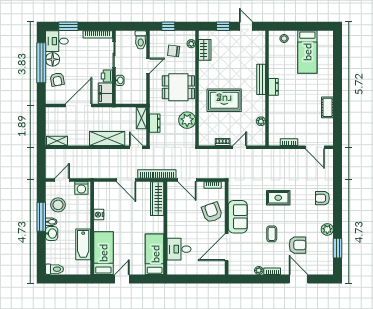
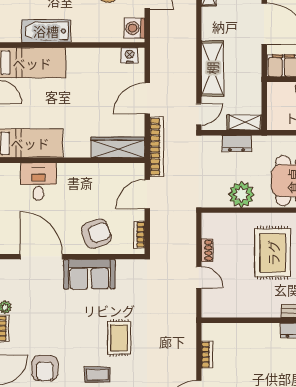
plant: (261, 121) -> (240, 311), removed
nightstand: (99, 215) -> (130, 55), moved
coffee table: (272, 234) -> (97, 375), moved

